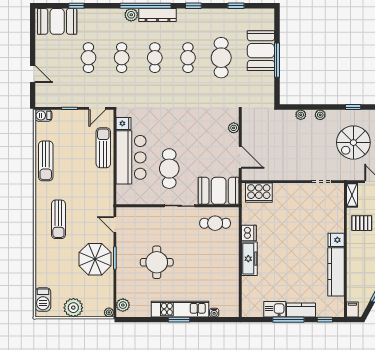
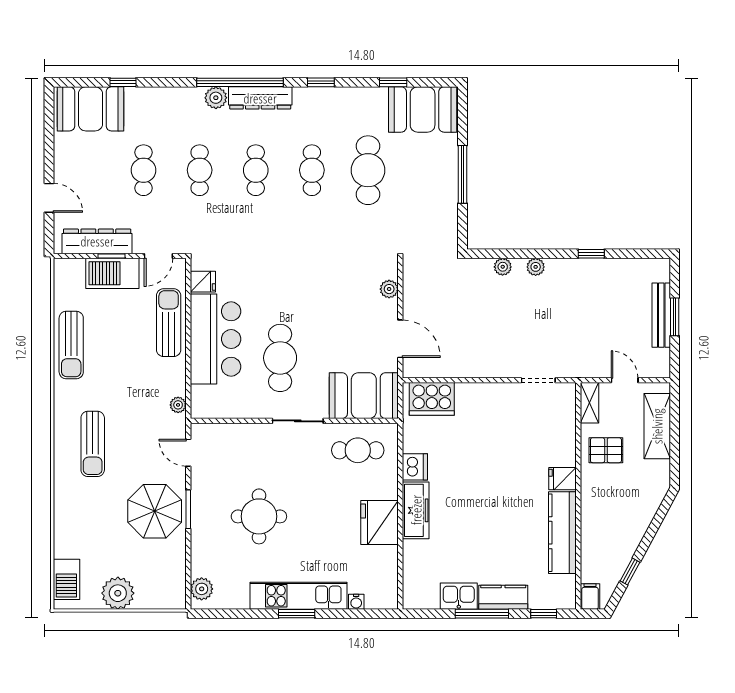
booth: (261, 51) -> (423, 109), moved, turned 90
dresser: (61, 100) -> (97, 241), added
barbecue: (43, 115) -> (112, 273), moved, width x1.88, depth x1.53
spiral stairs: (353, 143) -> (592, 314), removed
fridge: (228, 266) -> (379, 522), added
plant: (109, 312) -> (178, 405), moved

